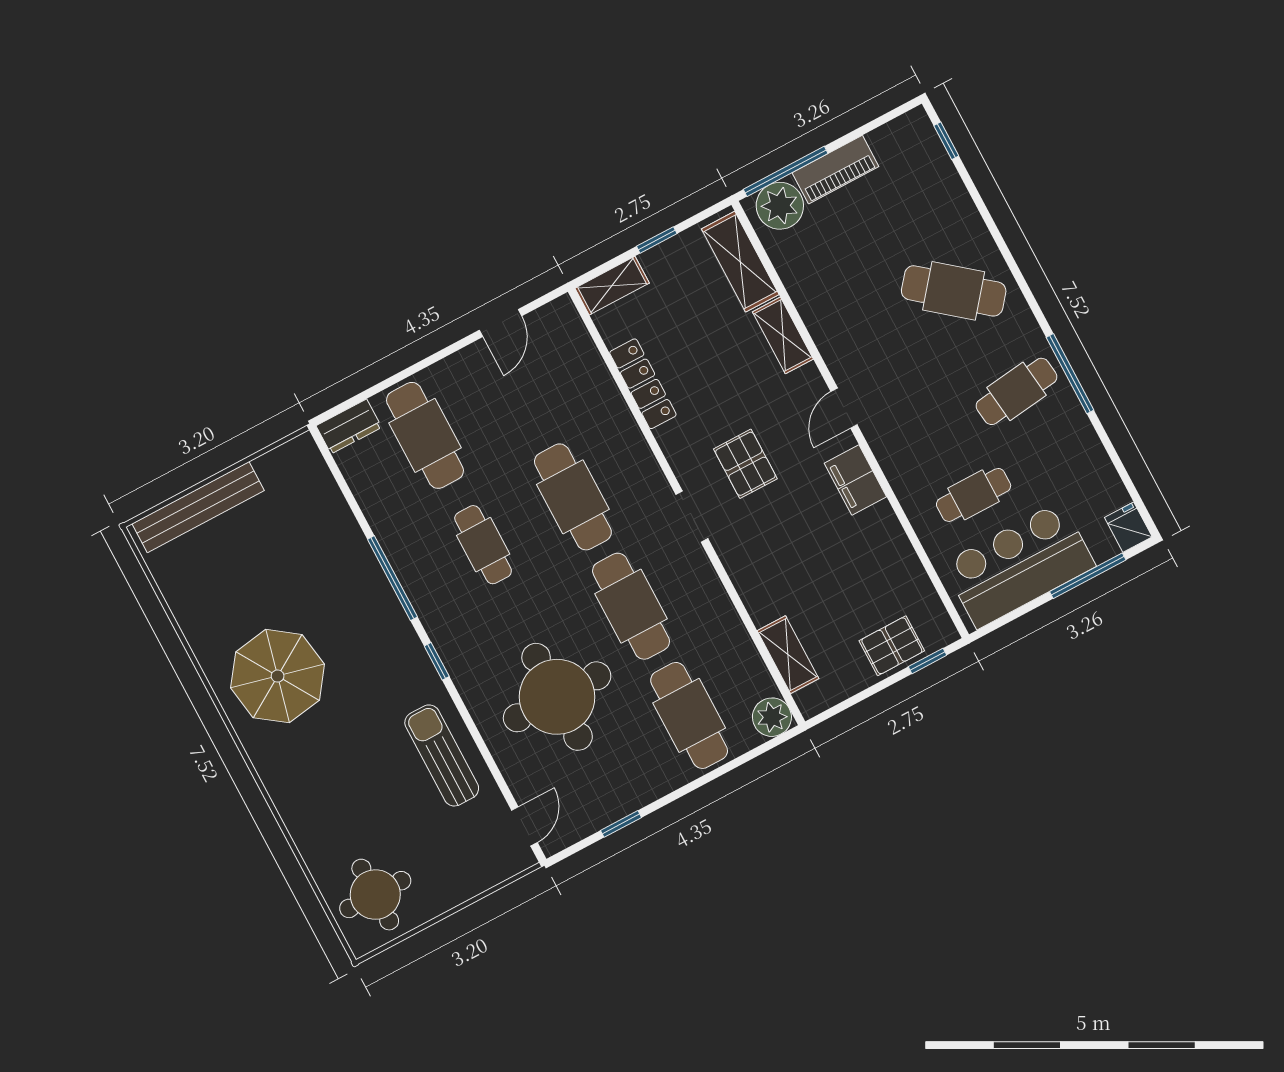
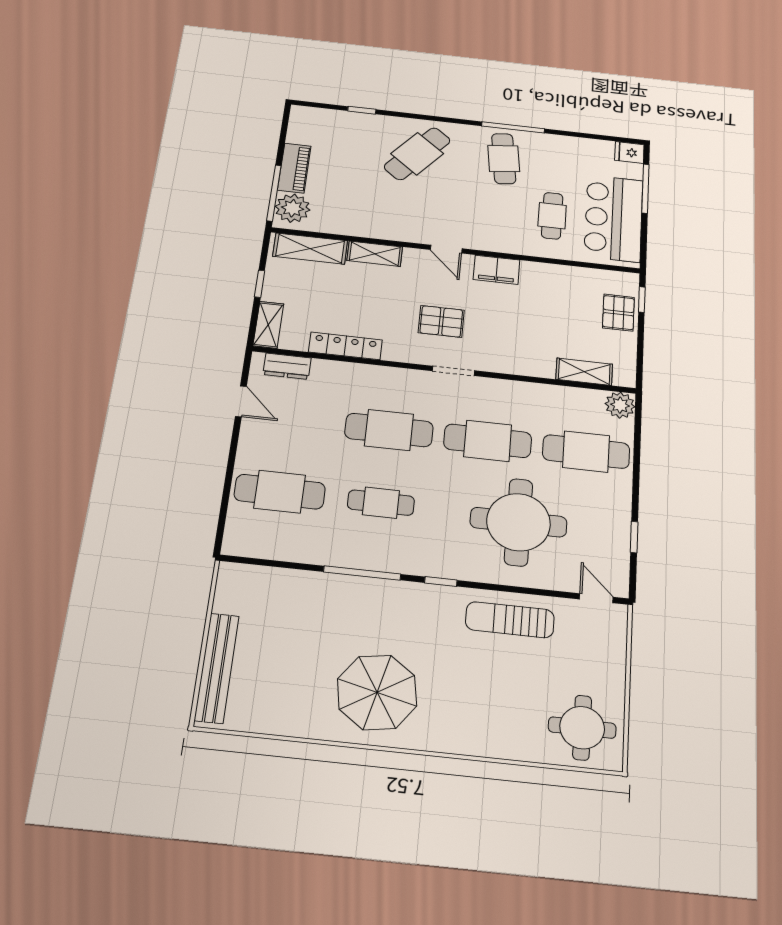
window: (946, 141) -> (362, 110), moved
dresser: (349, 426) -> (287, 366), moved, turned 90

